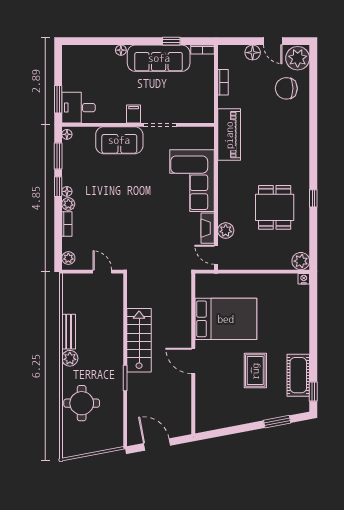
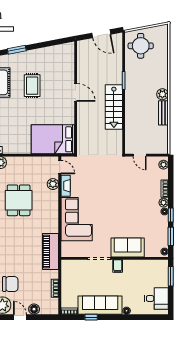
desk: (79, 108) -> (156, 298), moved
bed: (226, 319) -> (53, 139), moved
round table: (82, 403) -> (141, 46), moved

